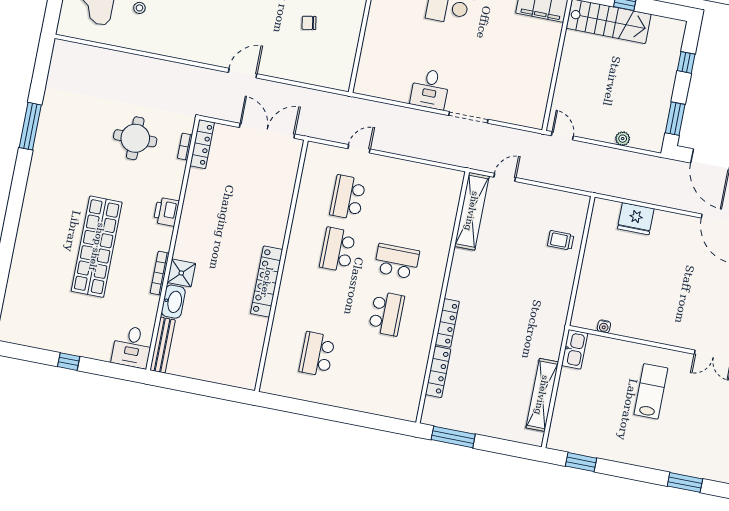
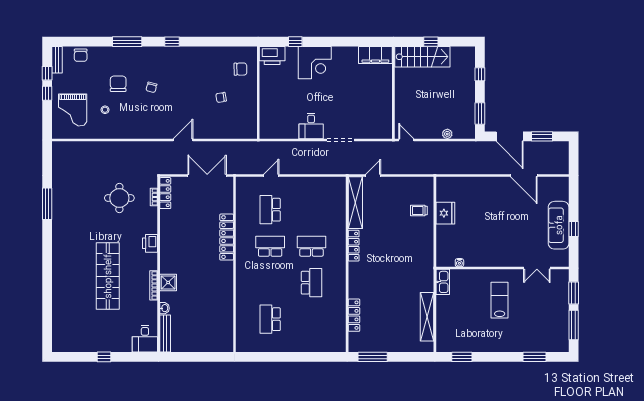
fridge: (636, 219) -> (445, 213), moved, turned -90
school desk: (337, 250) -> (270, 246), turned 90
locker: (267, 282) -> (227, 237), moved
washbasin: (173, 302) -> (164, 308), width x0.52, depth x0.69
locker: (447, 323) -> (354, 246), moved

